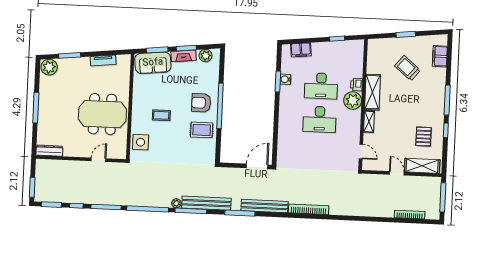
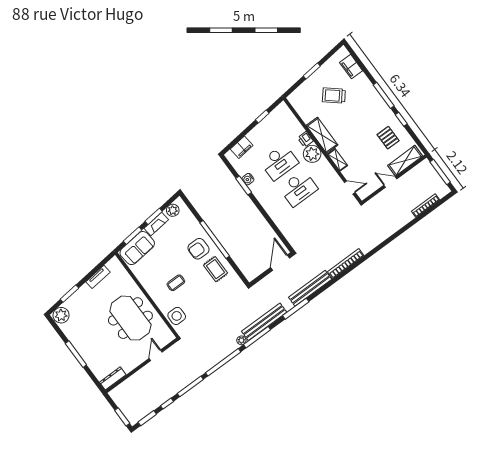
meeting table: (102, 114) -> (130, 318), turned 90
rug: (202, 130) -> (215, 269), turned 90

